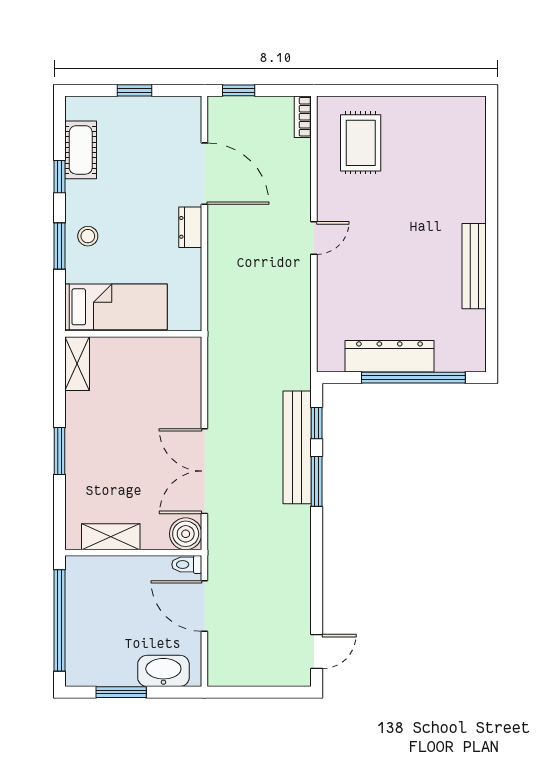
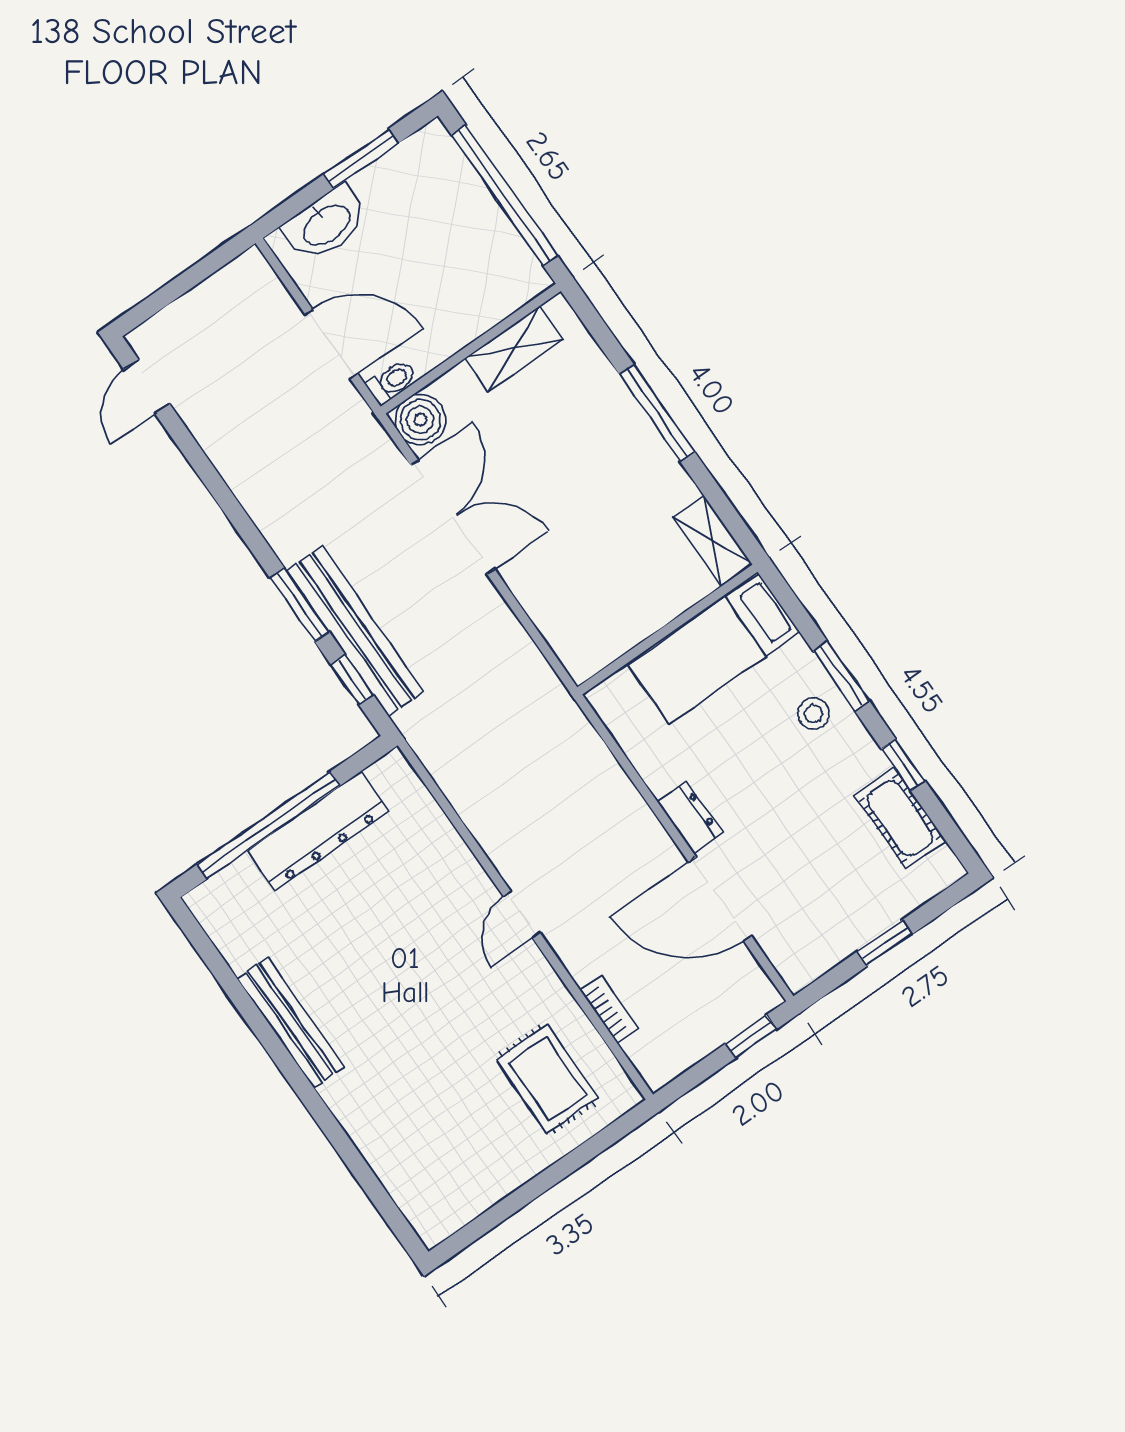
bookcase: (303, 117) -> (609, 1009), moved
window: (60, 451) -> (657, 413), width x1.44

